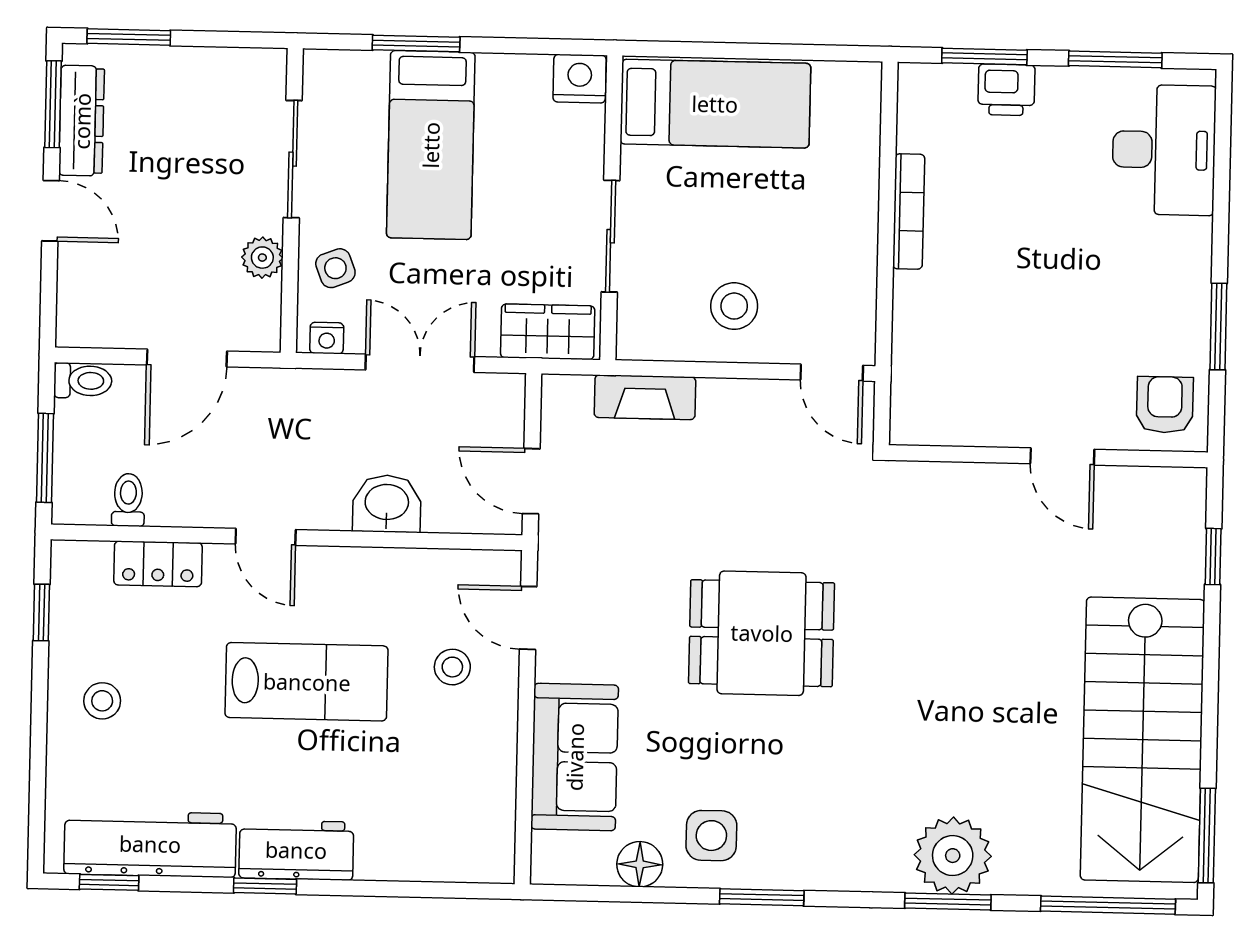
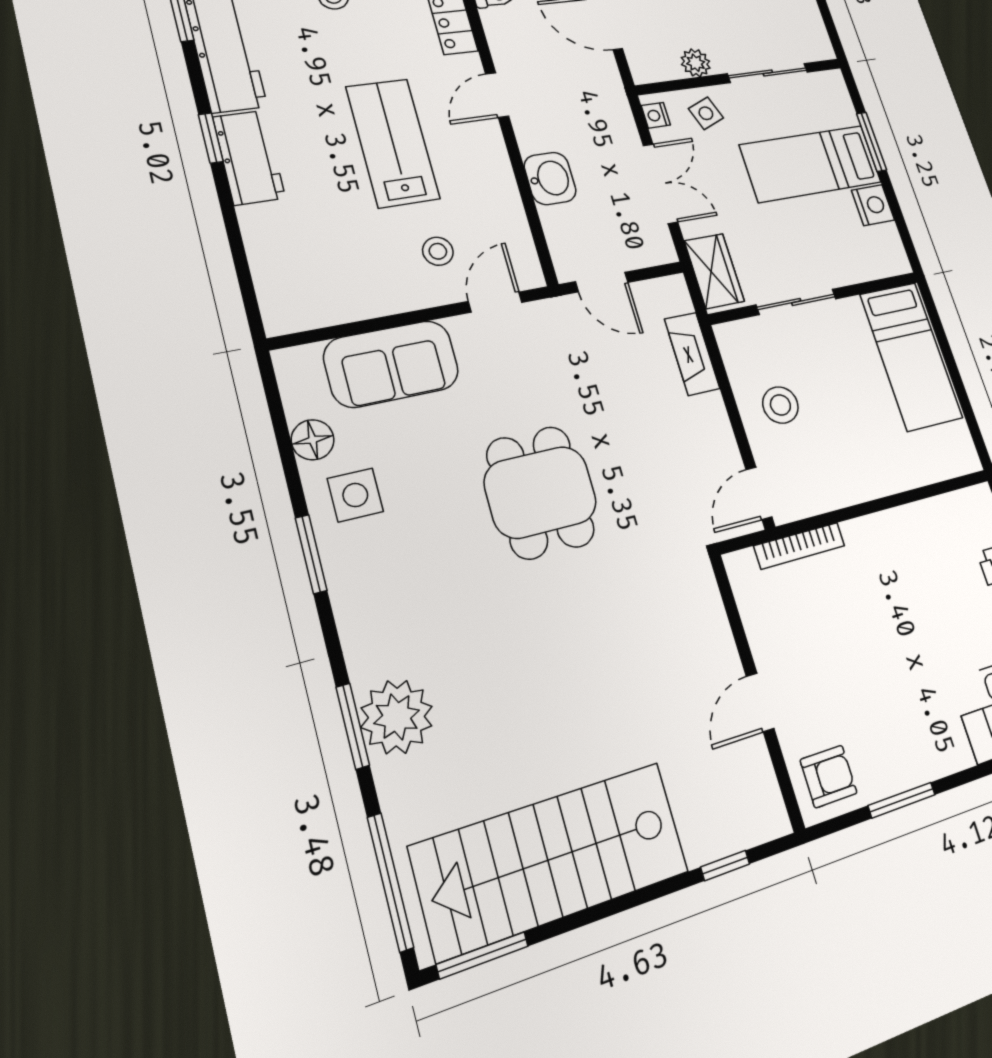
nightstand: (580, 79) -> (873, 205), moved
bookcase: (909, 211) -> (799, 546), moved
door: (531, 481) -> (602, 282), swing flipped
lab bench: (307, 682) -> (393, 143), turned 180

